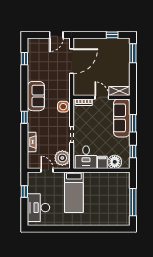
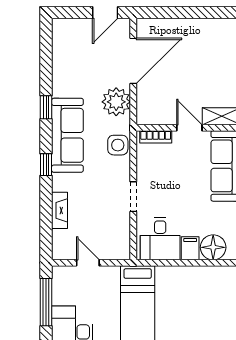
window: (112, 35) -> (208, 12), removed
window: (24, 59) -> (46, 107), moved
sofa: (36, 96) -> (67, 135), width x1.36
plant: (62, 158) -> (116, 102), moved
window: (24, 191) -> (46, 302), width x2.17

